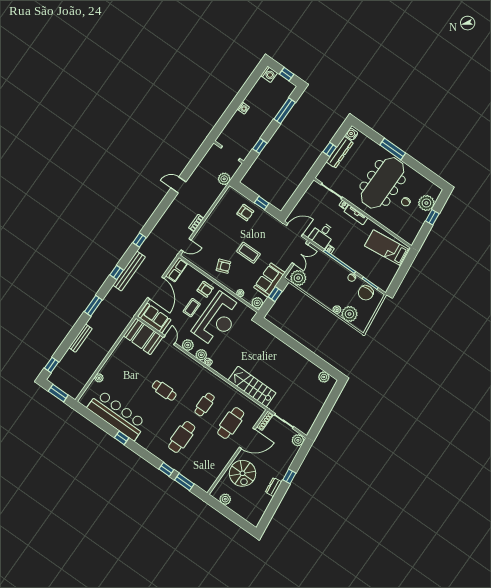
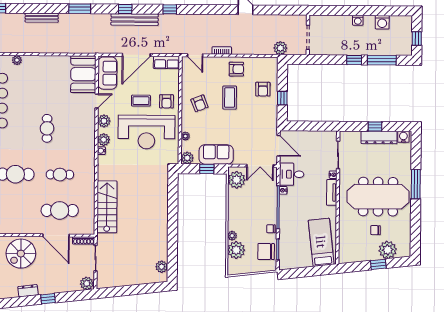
washing machine: (269, 74) -> (382, 22), moved
window: (260, 146) -> (354, 60), moved
armchair: (217, 222) -> (236, 69), added
coffee table: (249, 253) -> (230, 98), moved

